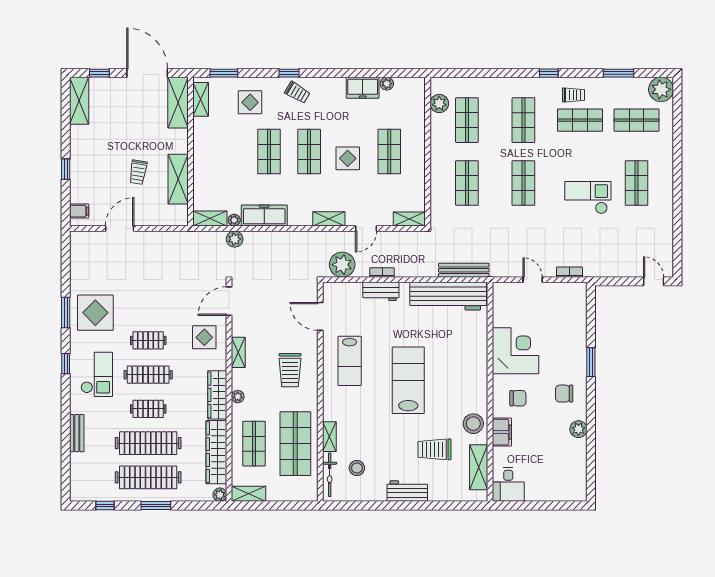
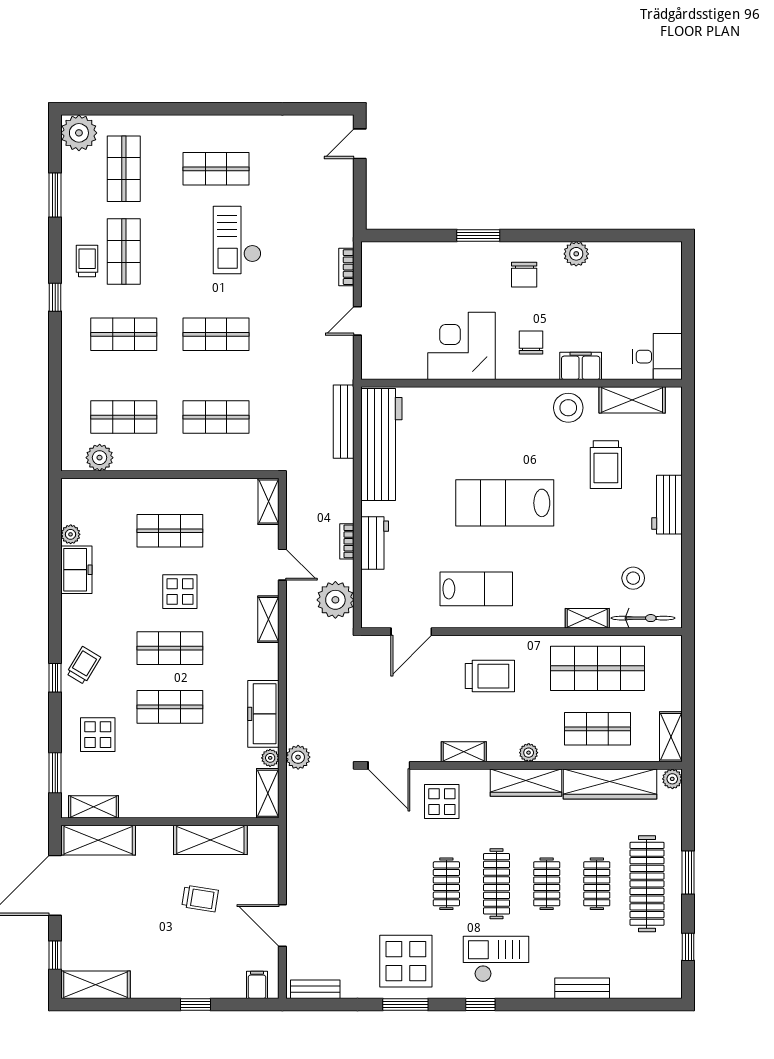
bench: (76, 251) -> (315, 989), added
clothes rail: (148, 443) -> (597, 884), width x0.54, depth x0.76

